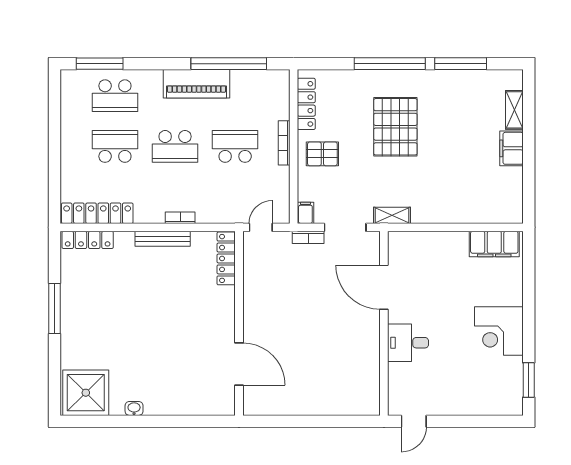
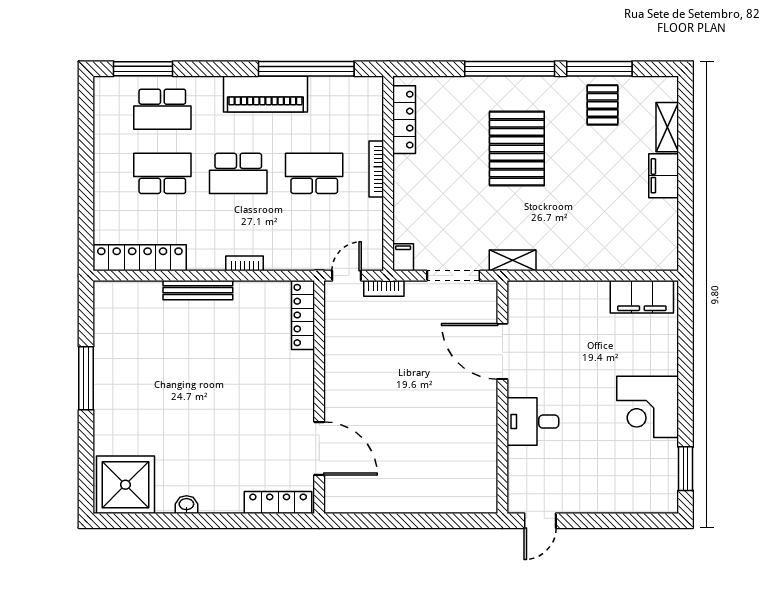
pallet: (322, 154) -> (602, 105), moved, turned 90
bookcase: (308, 237) -> (384, 288), moved
bench: (163, 239) -> (198, 290), moved
locker: (88, 240) -> (278, 502), moved, turned 180

